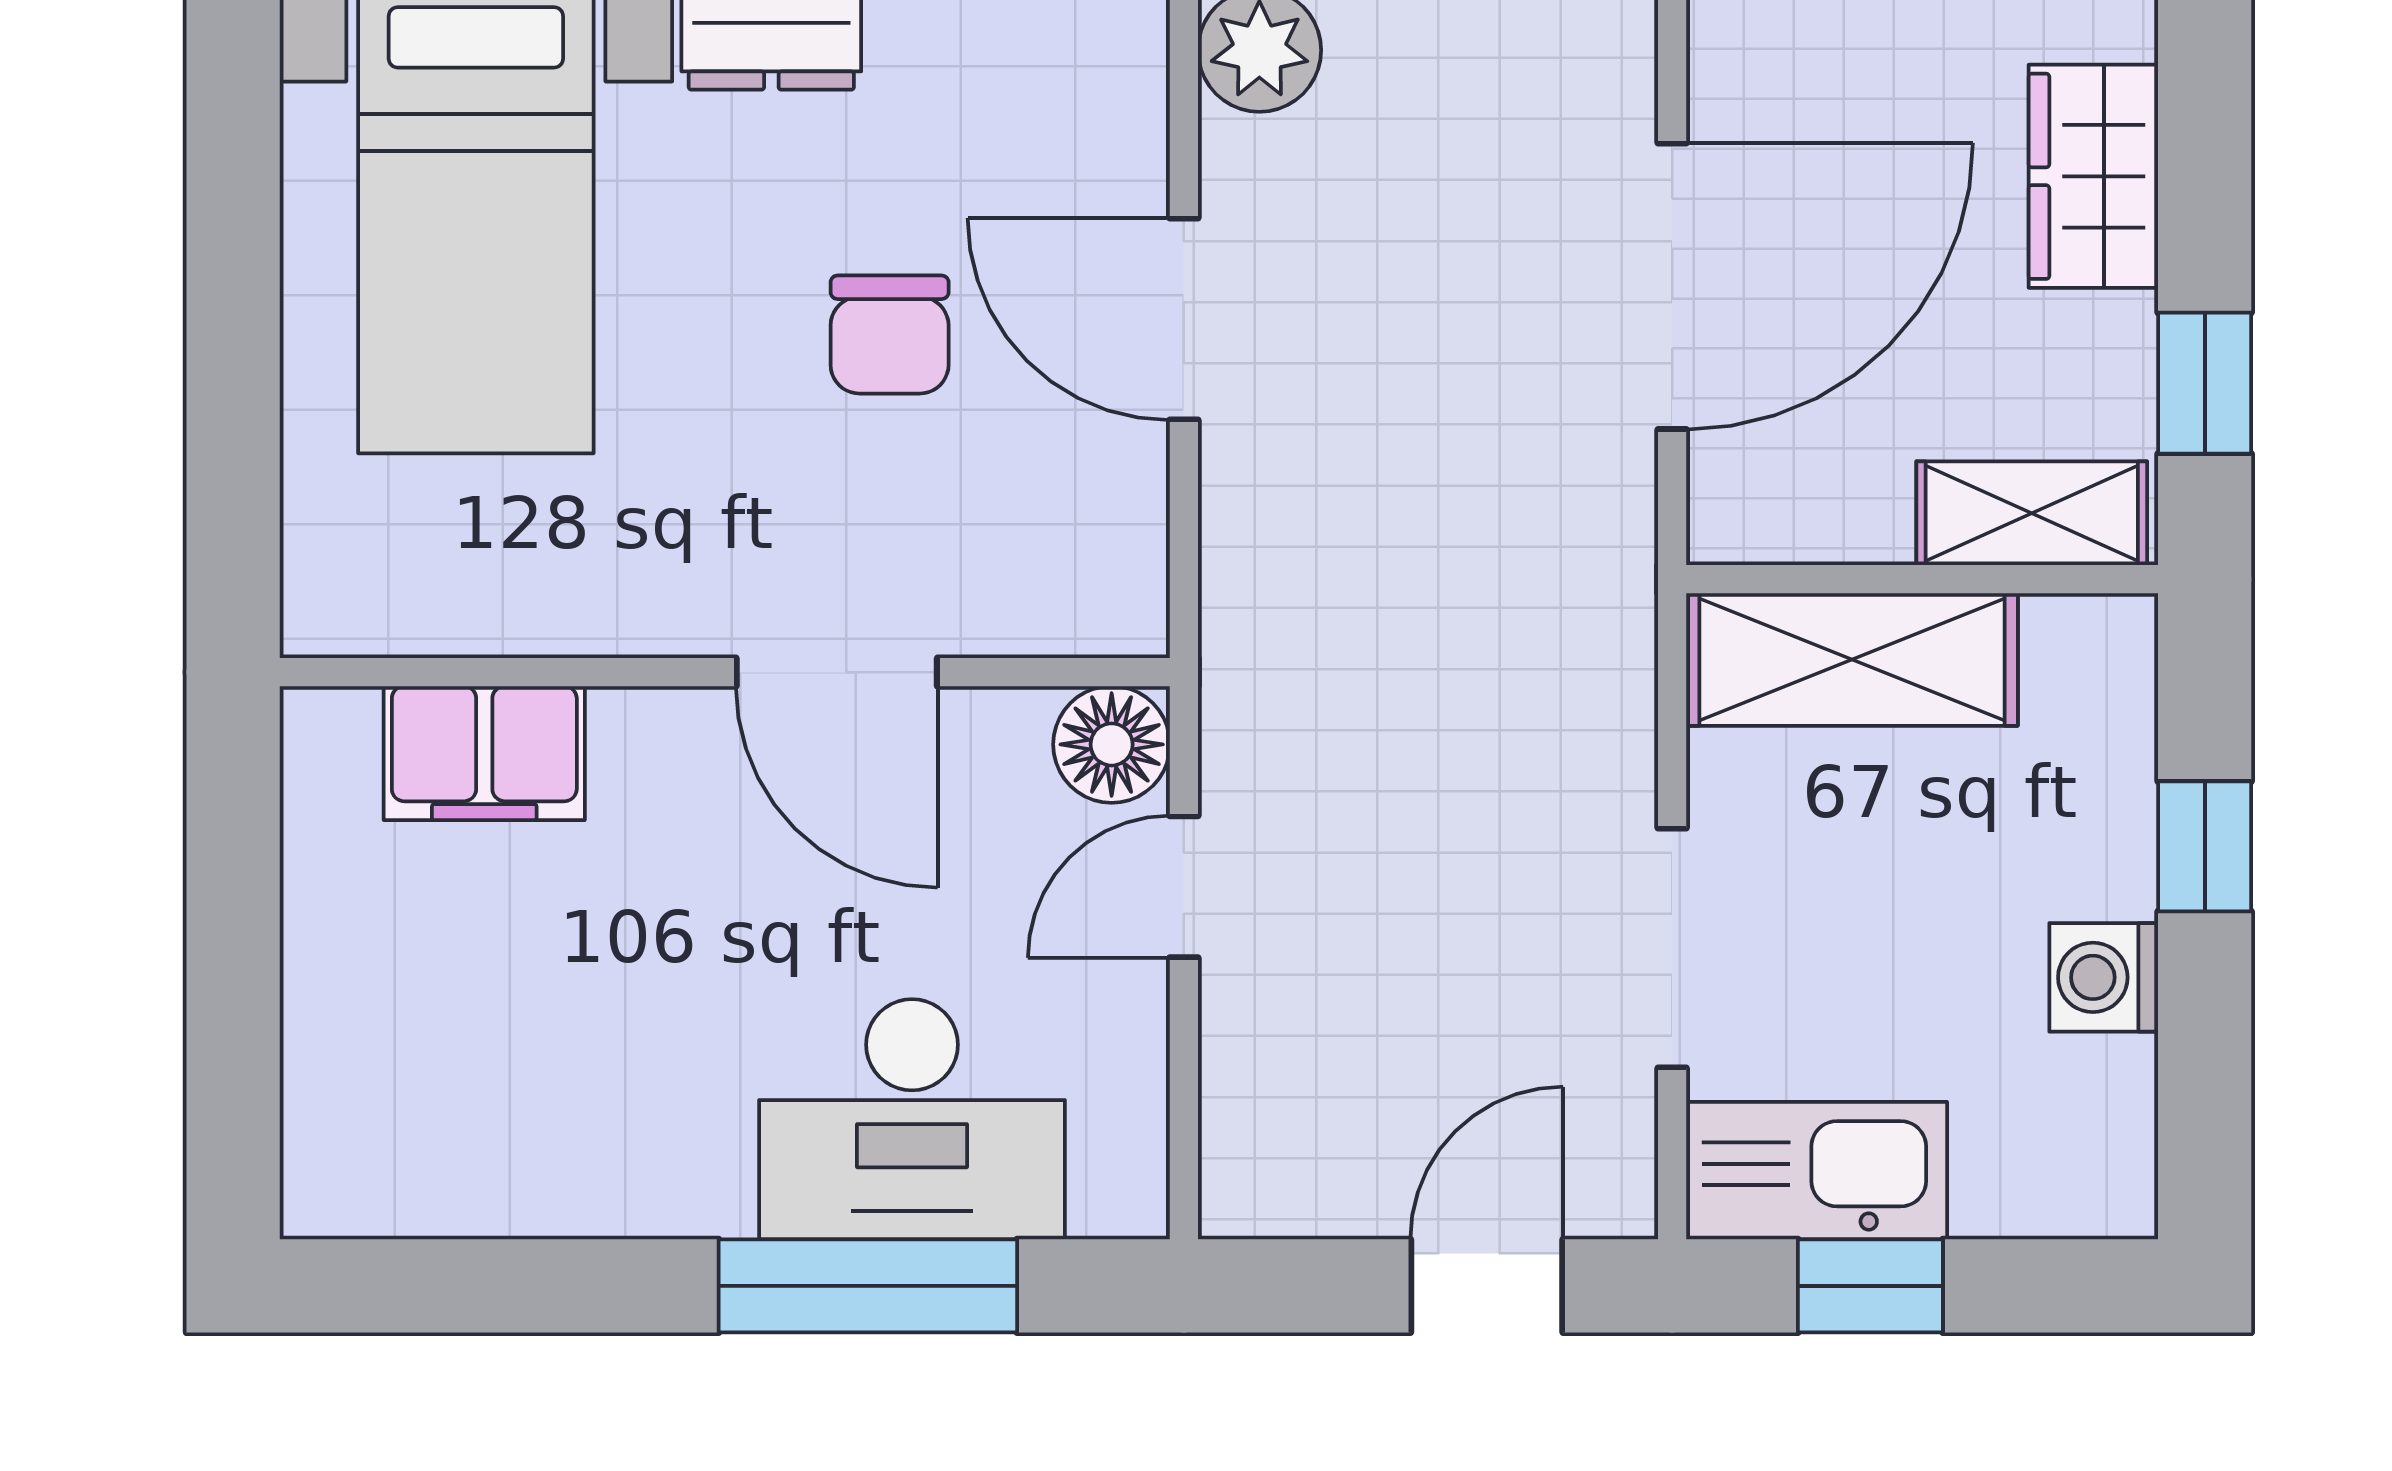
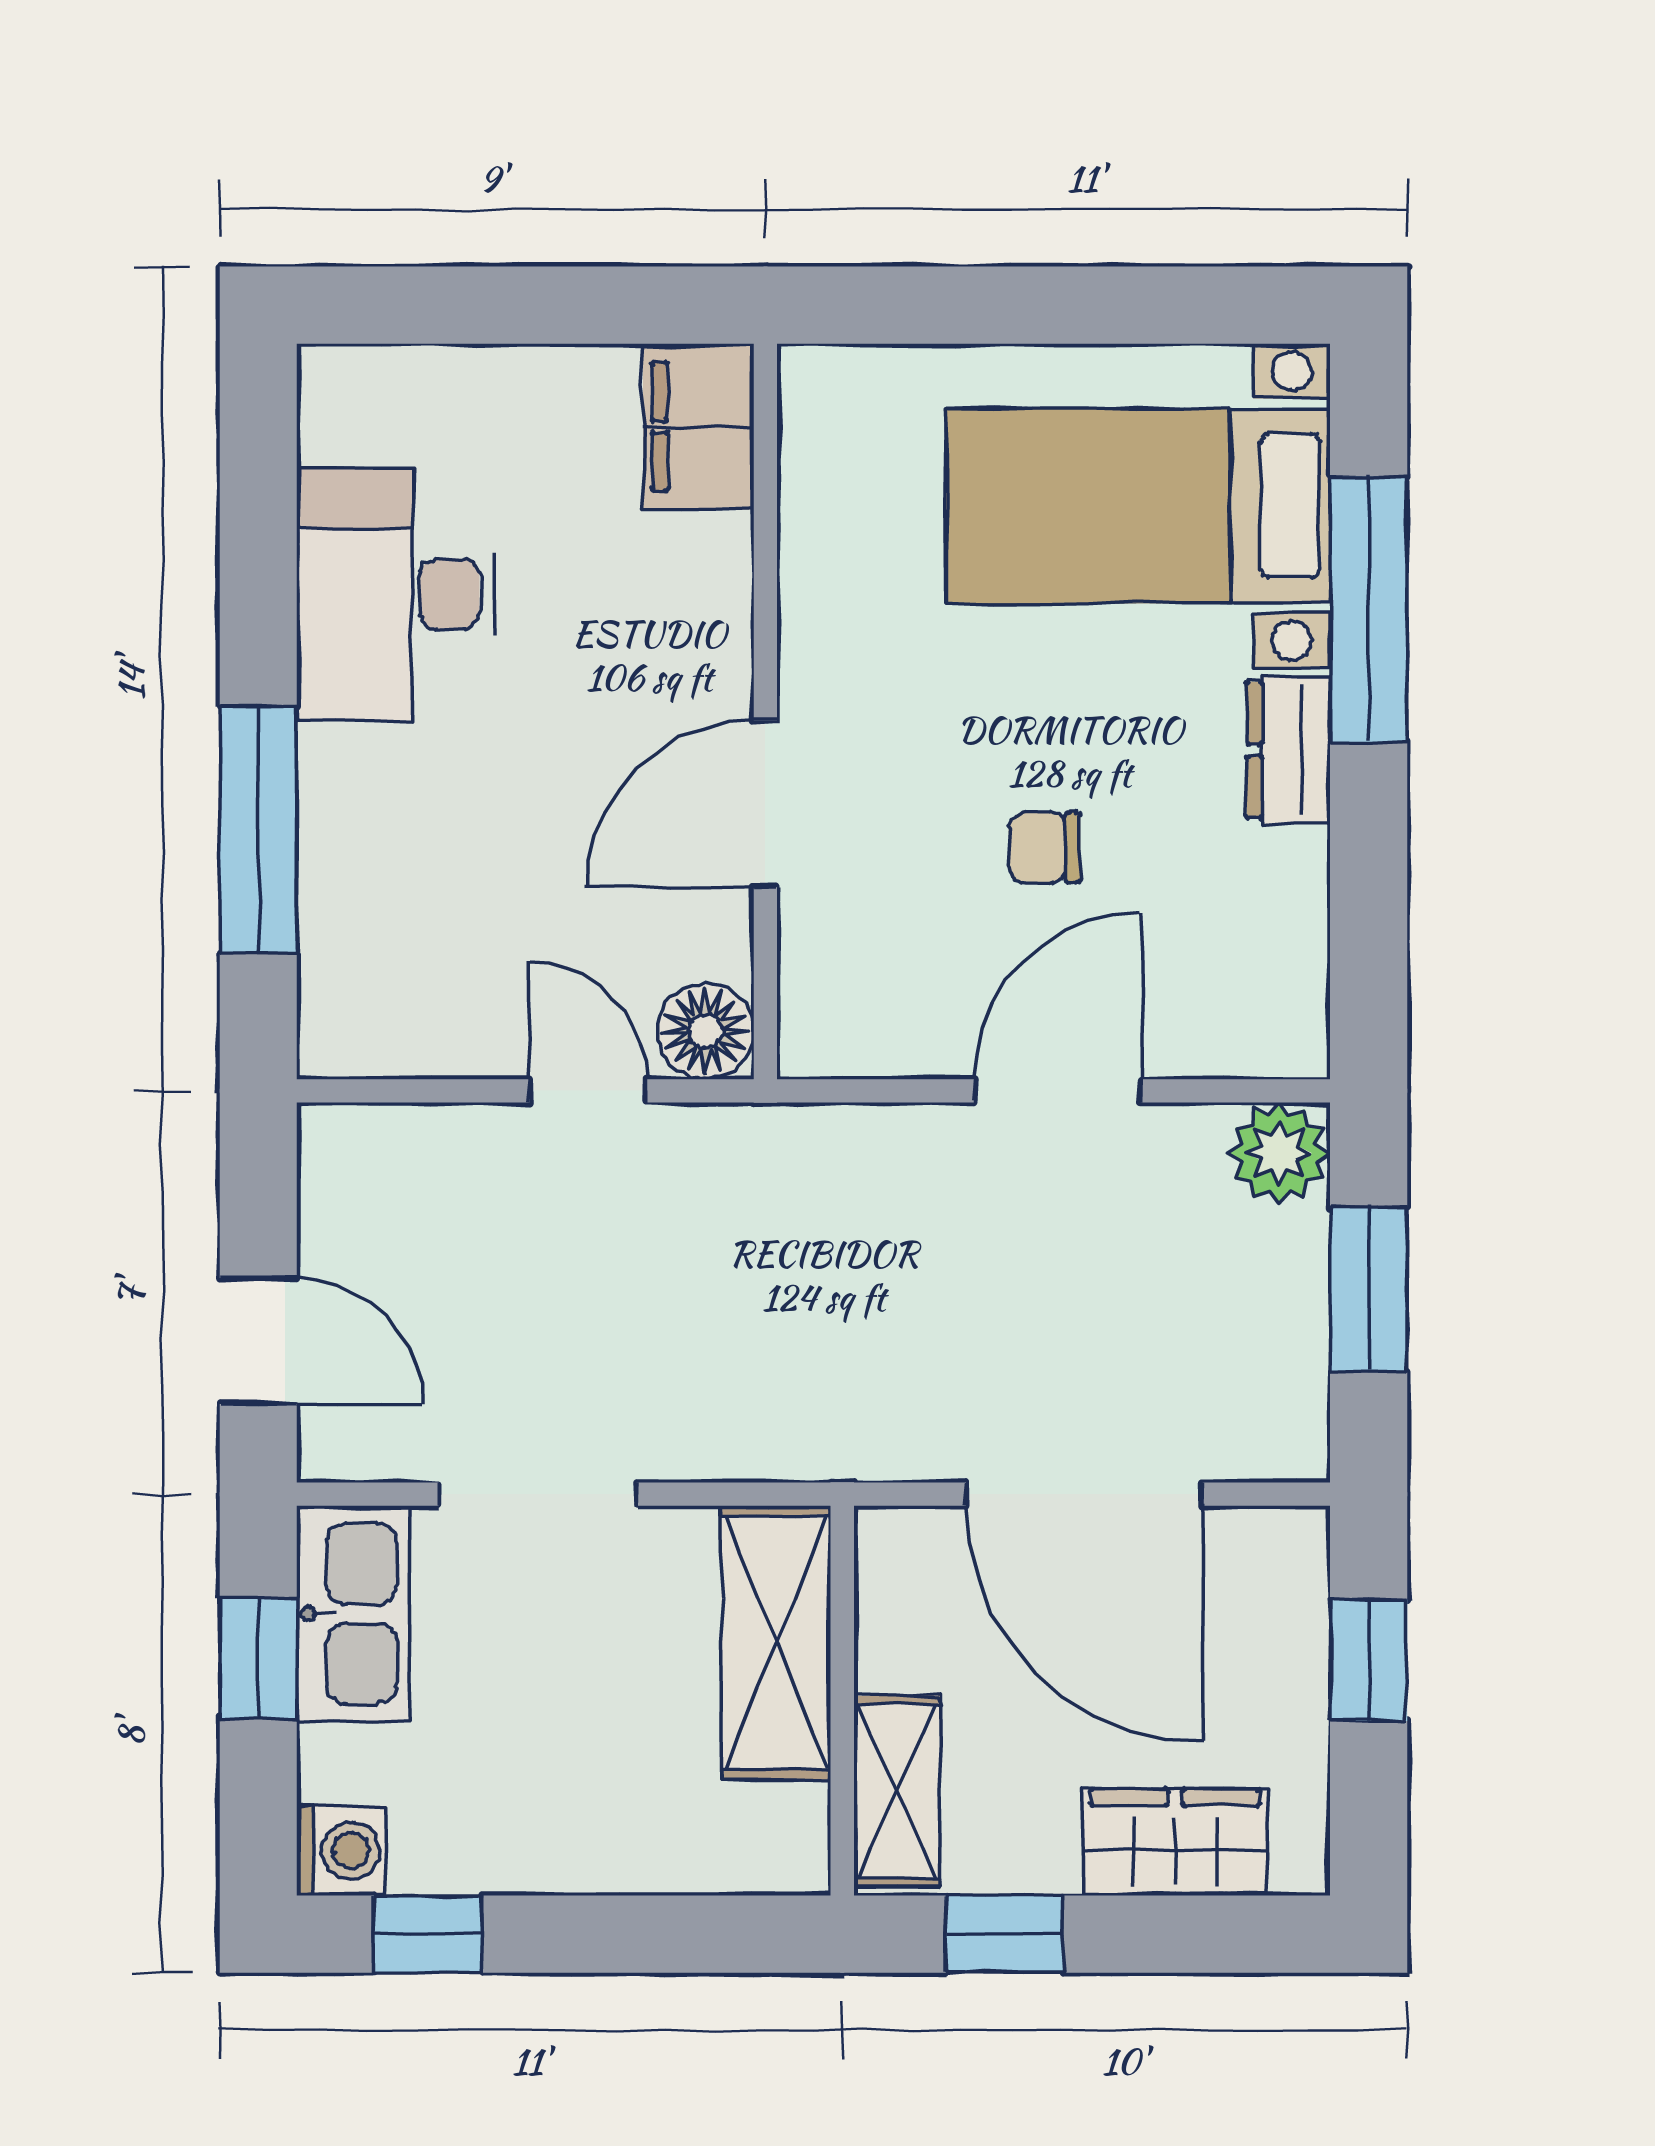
chair: (890, 335) -> (1044, 848), width x0.73, depth x0.73
filing cabinet: (484, 753) -> (699, 427), moved
window: (2205, 846) -> (428, 1934), moved
washing machine: (2104, 977) -> (342, 1851), moved, turned 90
desk: (912, 1119) -> (396, 594), moved

